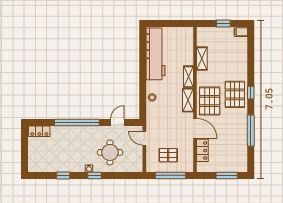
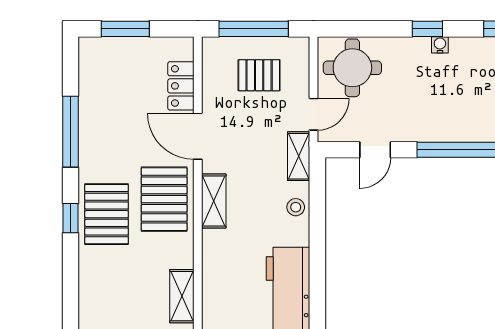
shelving: (188, 77) -> (299, 156), moved
door: (144, 138) -> (313, 114), hinge flipped
round table: (110, 152) -> (352, 68), moved

